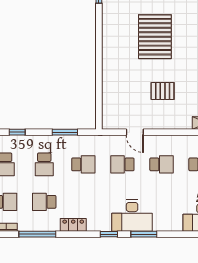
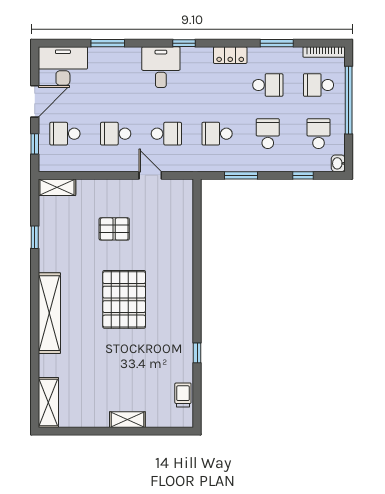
desk: (132, 216) -> (161, 67), width x0.73
window: (37, 234) -> (277, 43), width x0.69
window: (144, 234) -> (108, 43), moved

